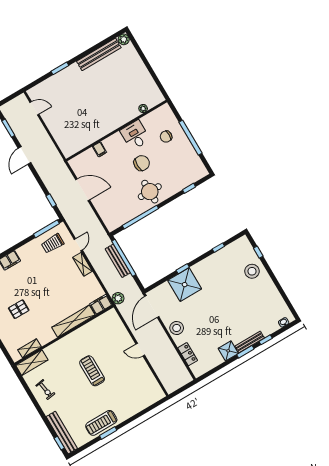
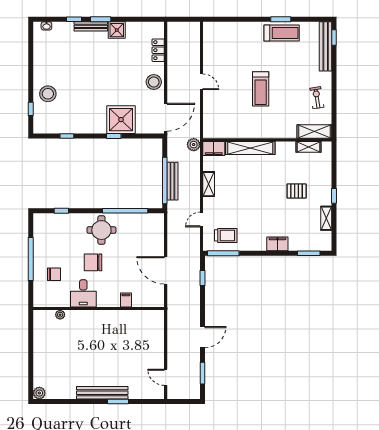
bench: (99, 54) -> (102, 393), moved
shelving: (83, 264) -> (209, 184), moved

